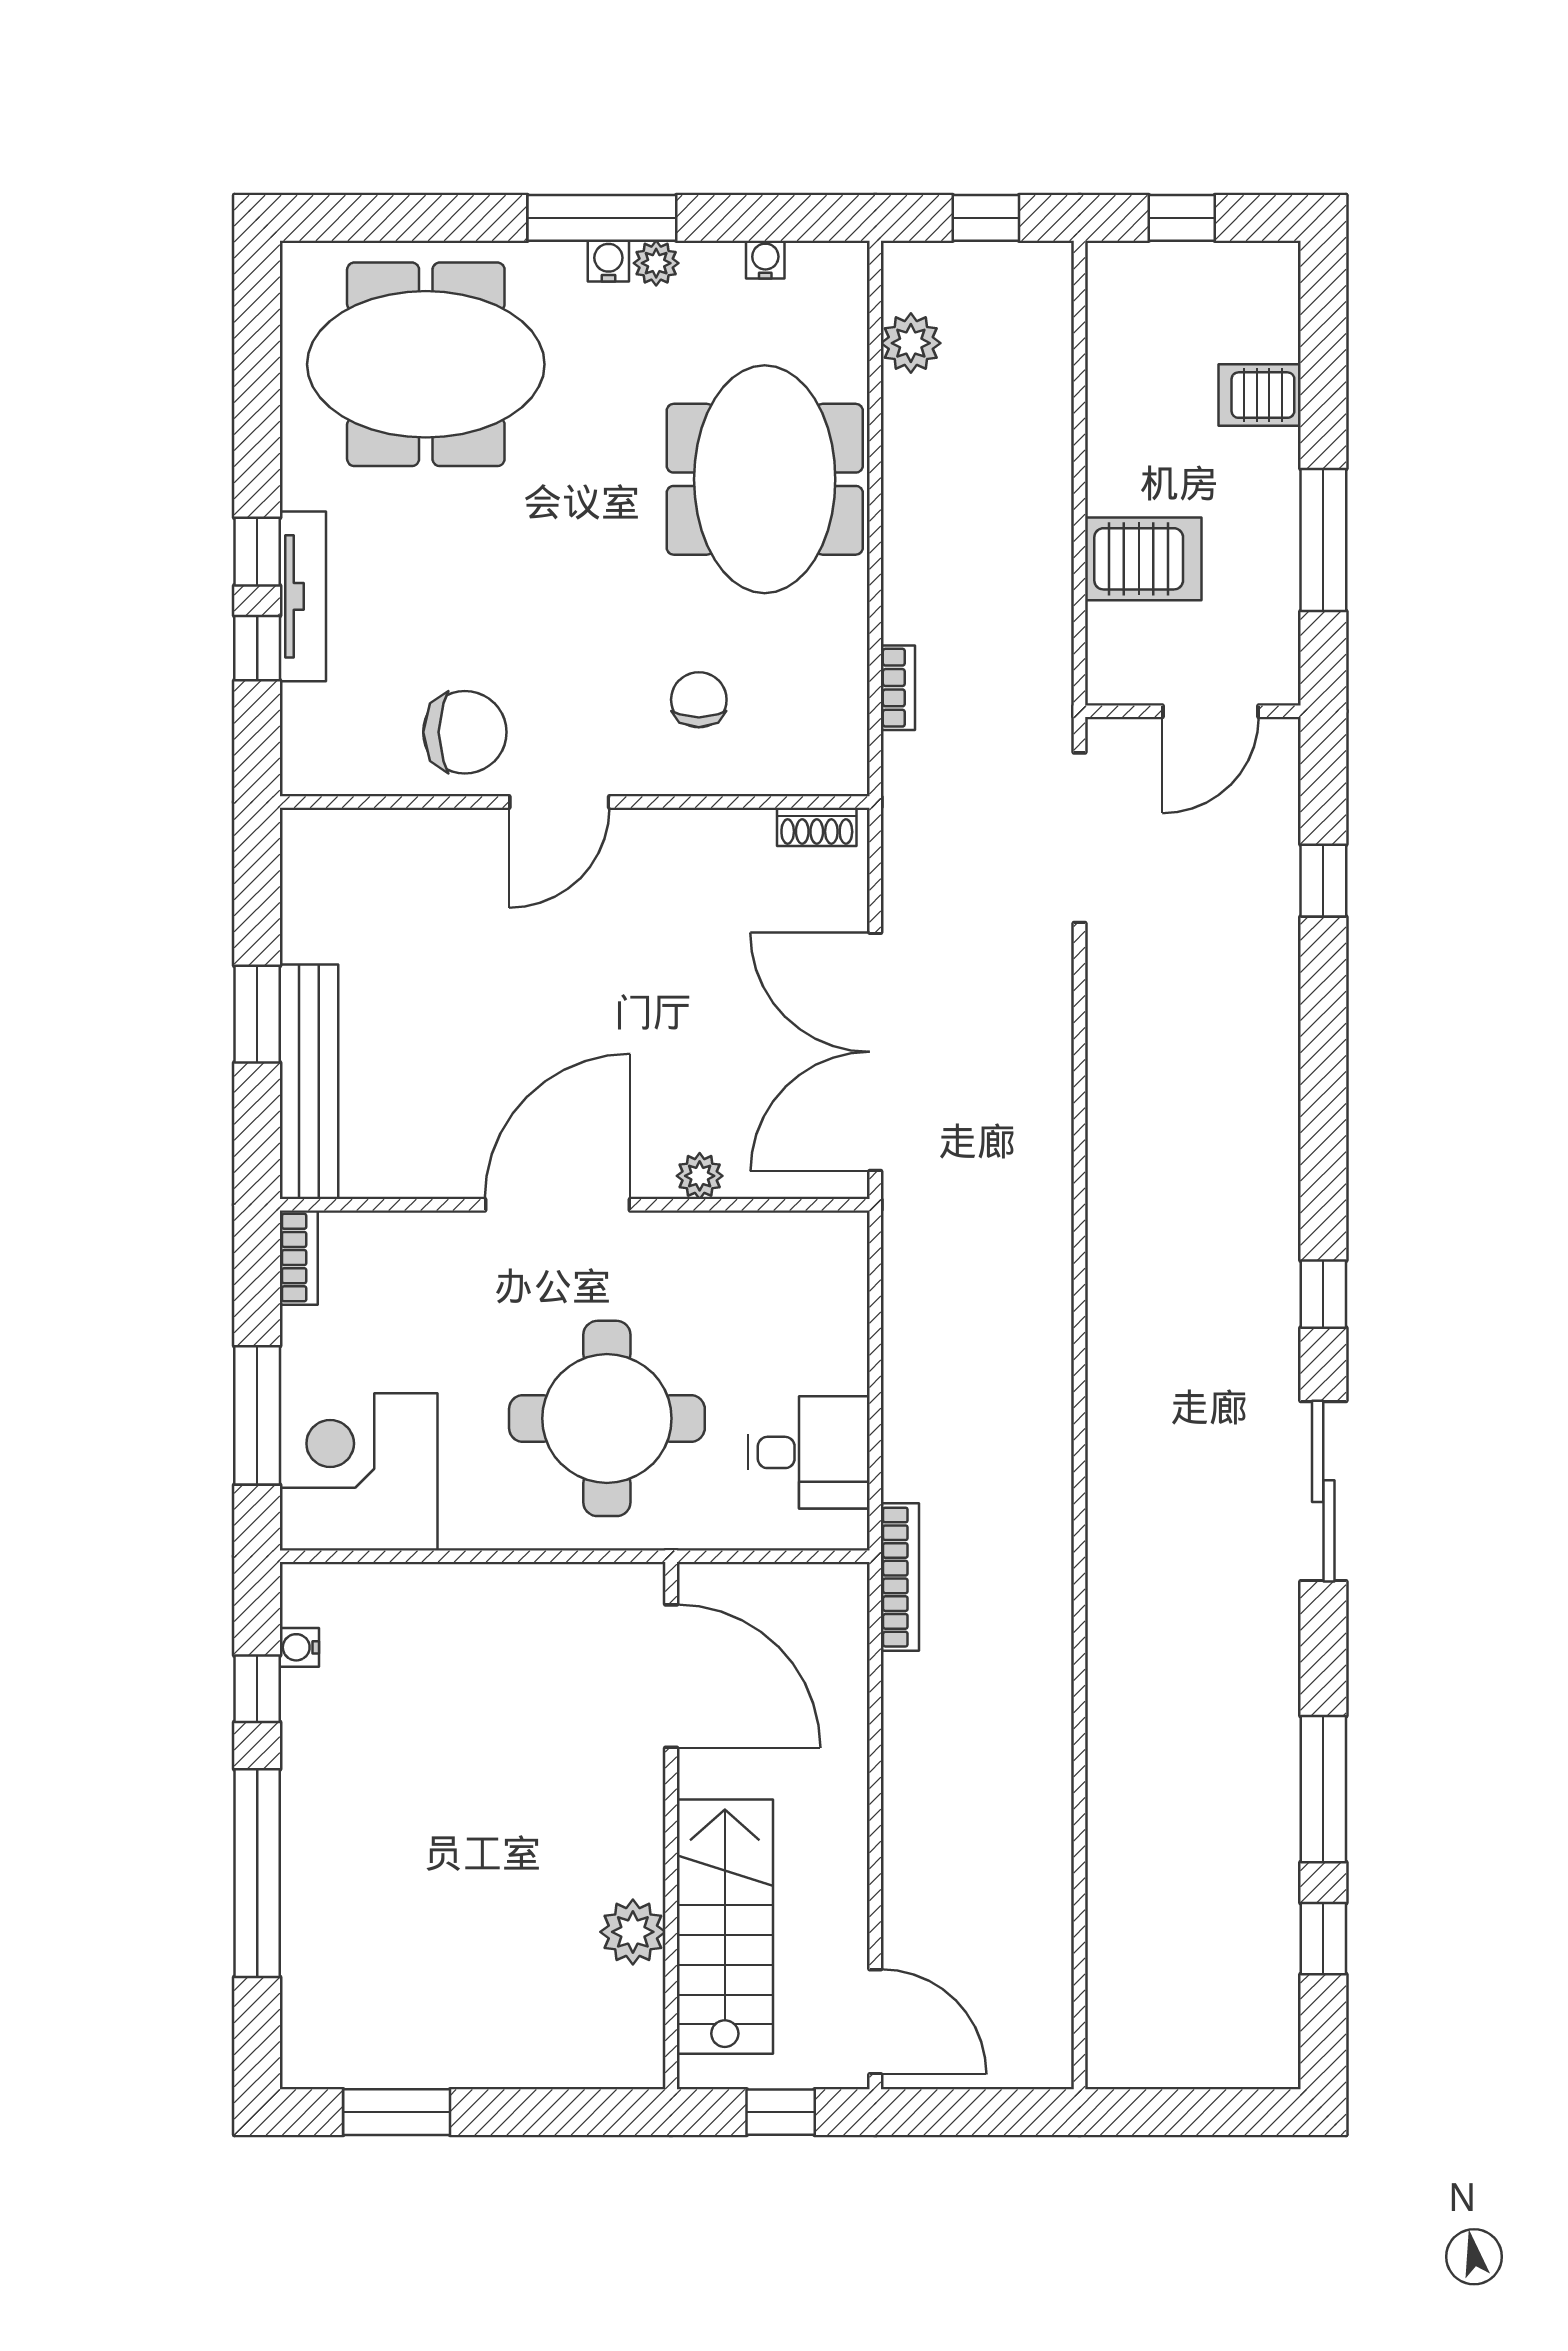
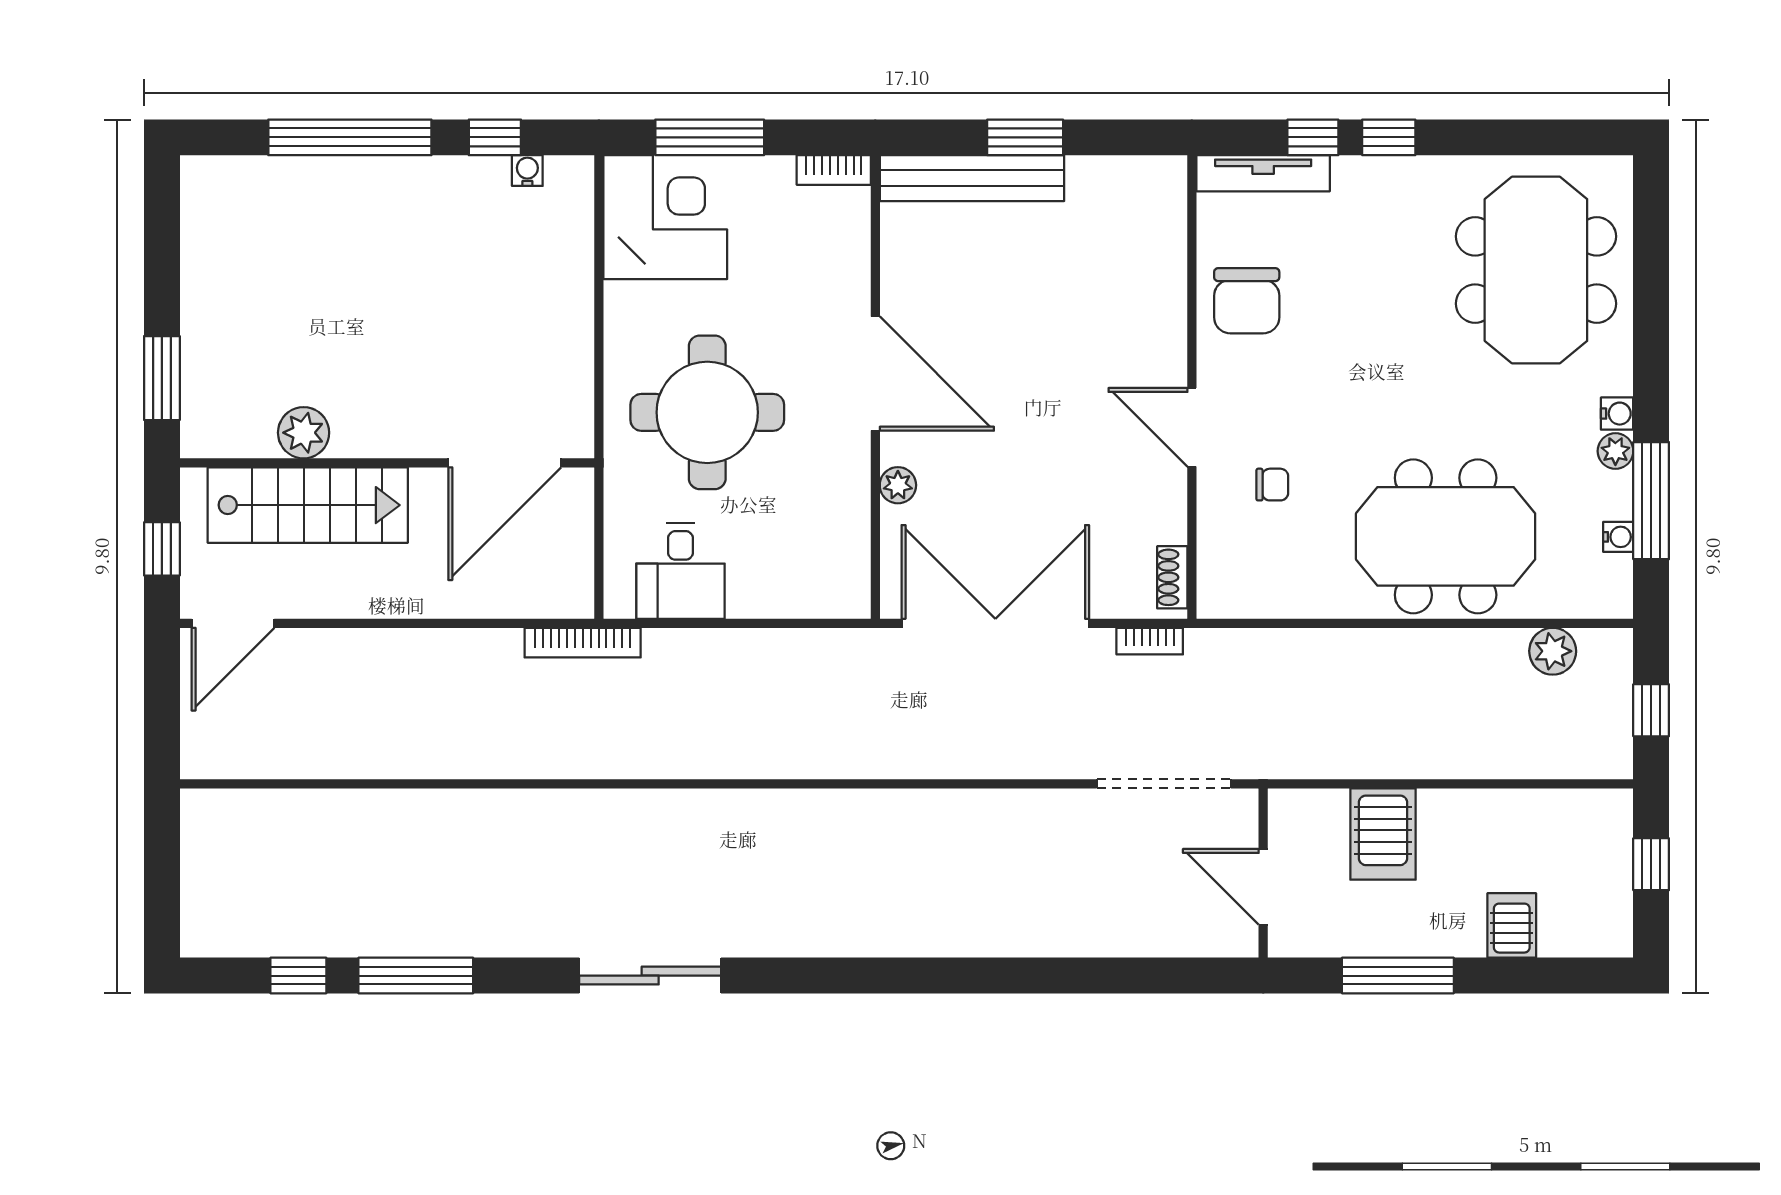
window: (602, 218) -> (1651, 501), moved
tv unit: (303, 596) -> (1263, 173), moved
bookcase: (898, 688) -> (1150, 641), moved
chair: (699, 700) -> (1272, 485), width x0.73, depth x0.73
door: (559, 802) -> (1192, 427), moved
window: (1323, 881) -> (1130, 976), removed
window: (1323, 1294) -> (805, 976), removed
window: (397, 2112) -> (162, 378), moved

